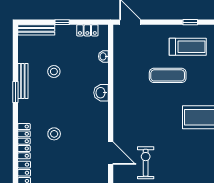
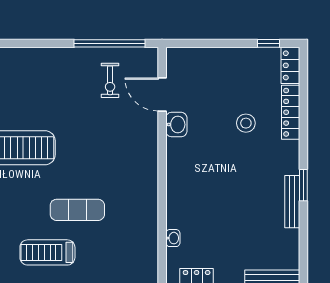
stool: (54, 71) -> (246, 216), removed
washbasin: (101, 93) -> (176, 125), moved
exercise bike: (146, 163) -> (110, 80), width x0.73, depth x0.72

